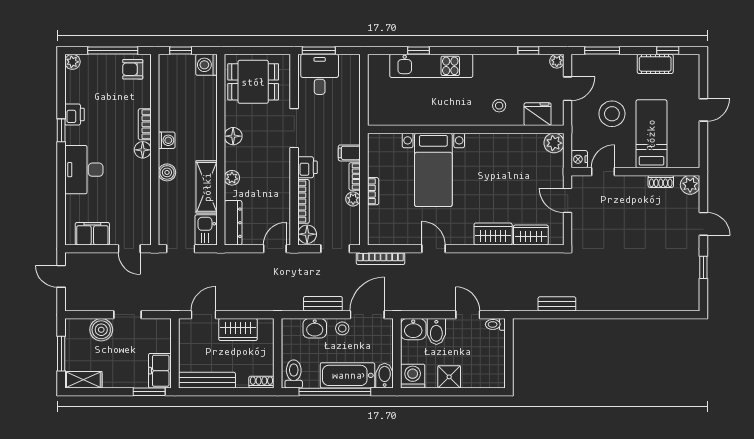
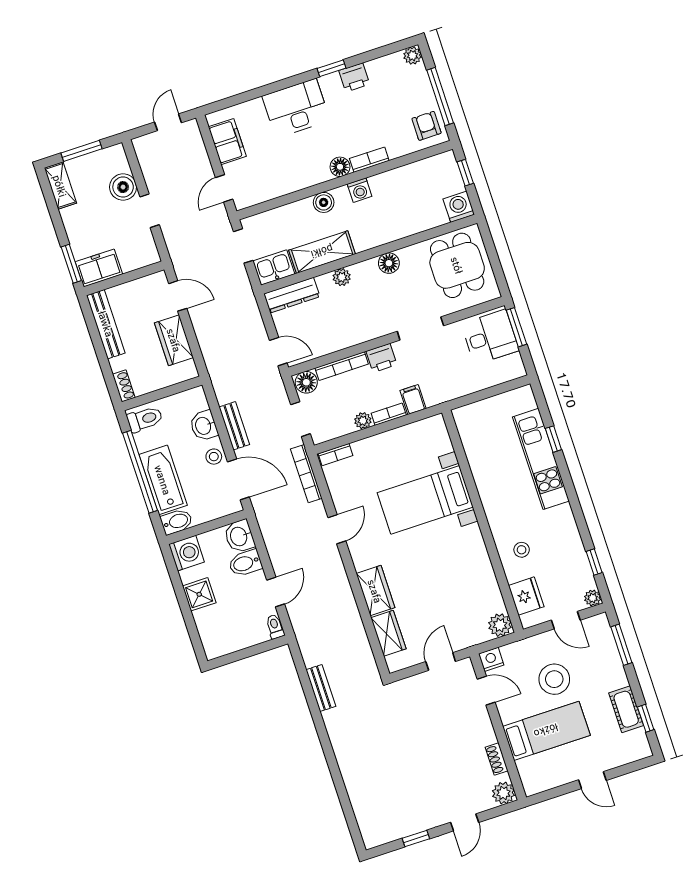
bookcase: (373, 191) -> (335, 455), moved

